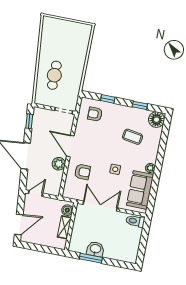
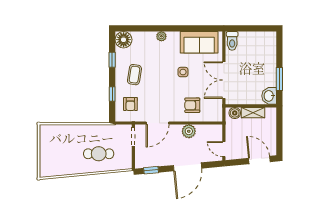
coffee table: (133, 137) -> (134, 75), moved
door: (70, 146) -> (158, 123), moved
plant: (150, 168) -> (161, 36), moved
armchair: (82, 172) -> (192, 105), turned -90
washbasin: (95, 249) -> (269, 96), moved

